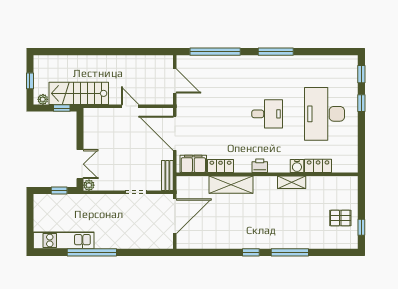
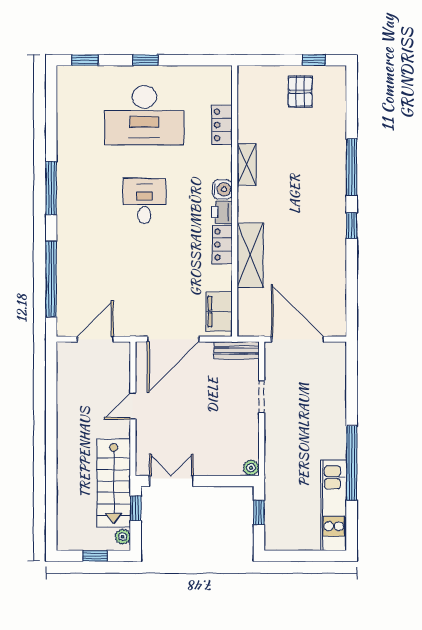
window: (361, 103) -> (145, 60), moved
double door: (80, 164) -> (171, 481), moved
locker: (221, 166) -> (222, 245), moved
water cooler: (297, 166) -> (222, 189), moved

